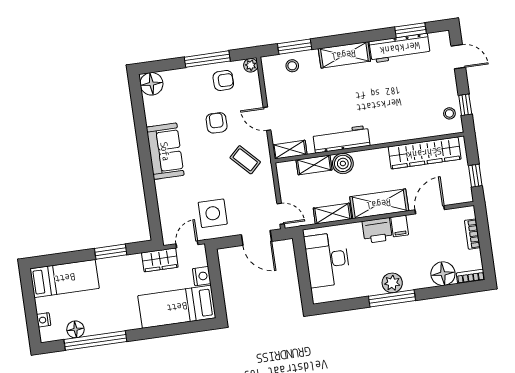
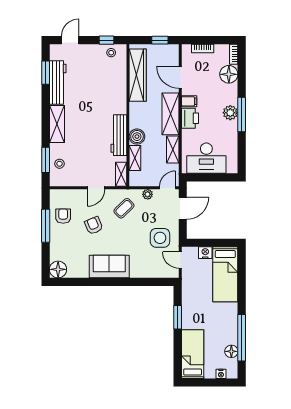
plant: (251, 65) -> (148, 194), moved
armchair: (217, 123) -> (94, 226), turned 67
wardrobe: (160, 260) -> (189, 282), removed

